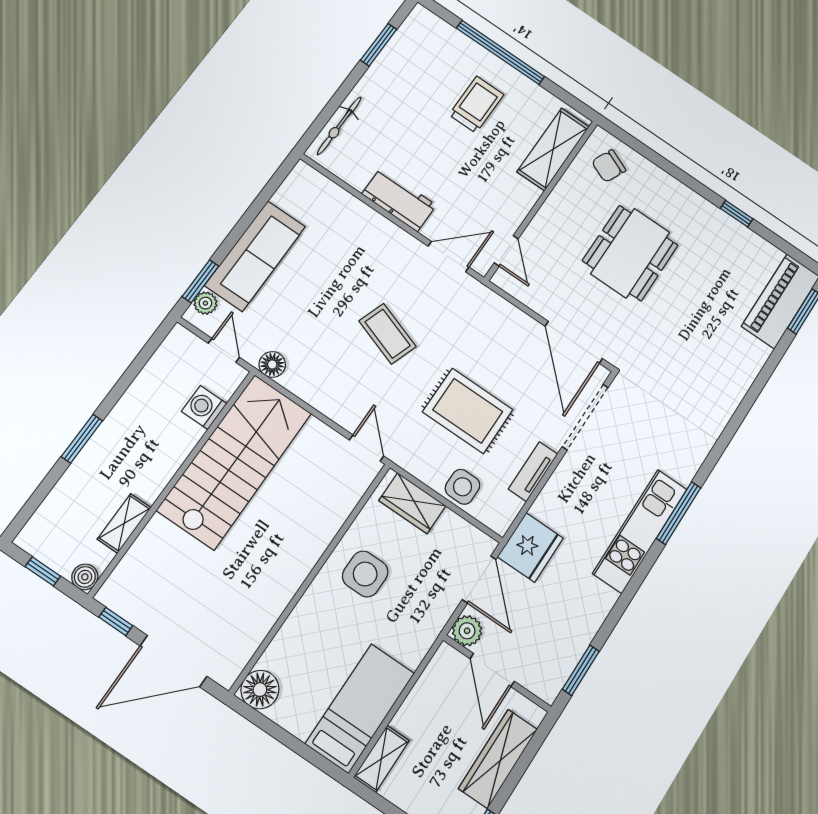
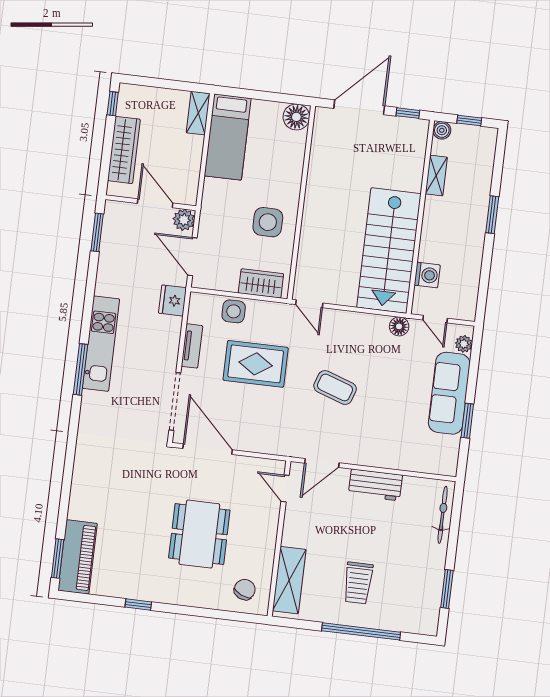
window: (200, 281) -> (467, 421), moved
fridge: (530, 547) -> (173, 300), width x0.73, depth x0.75

